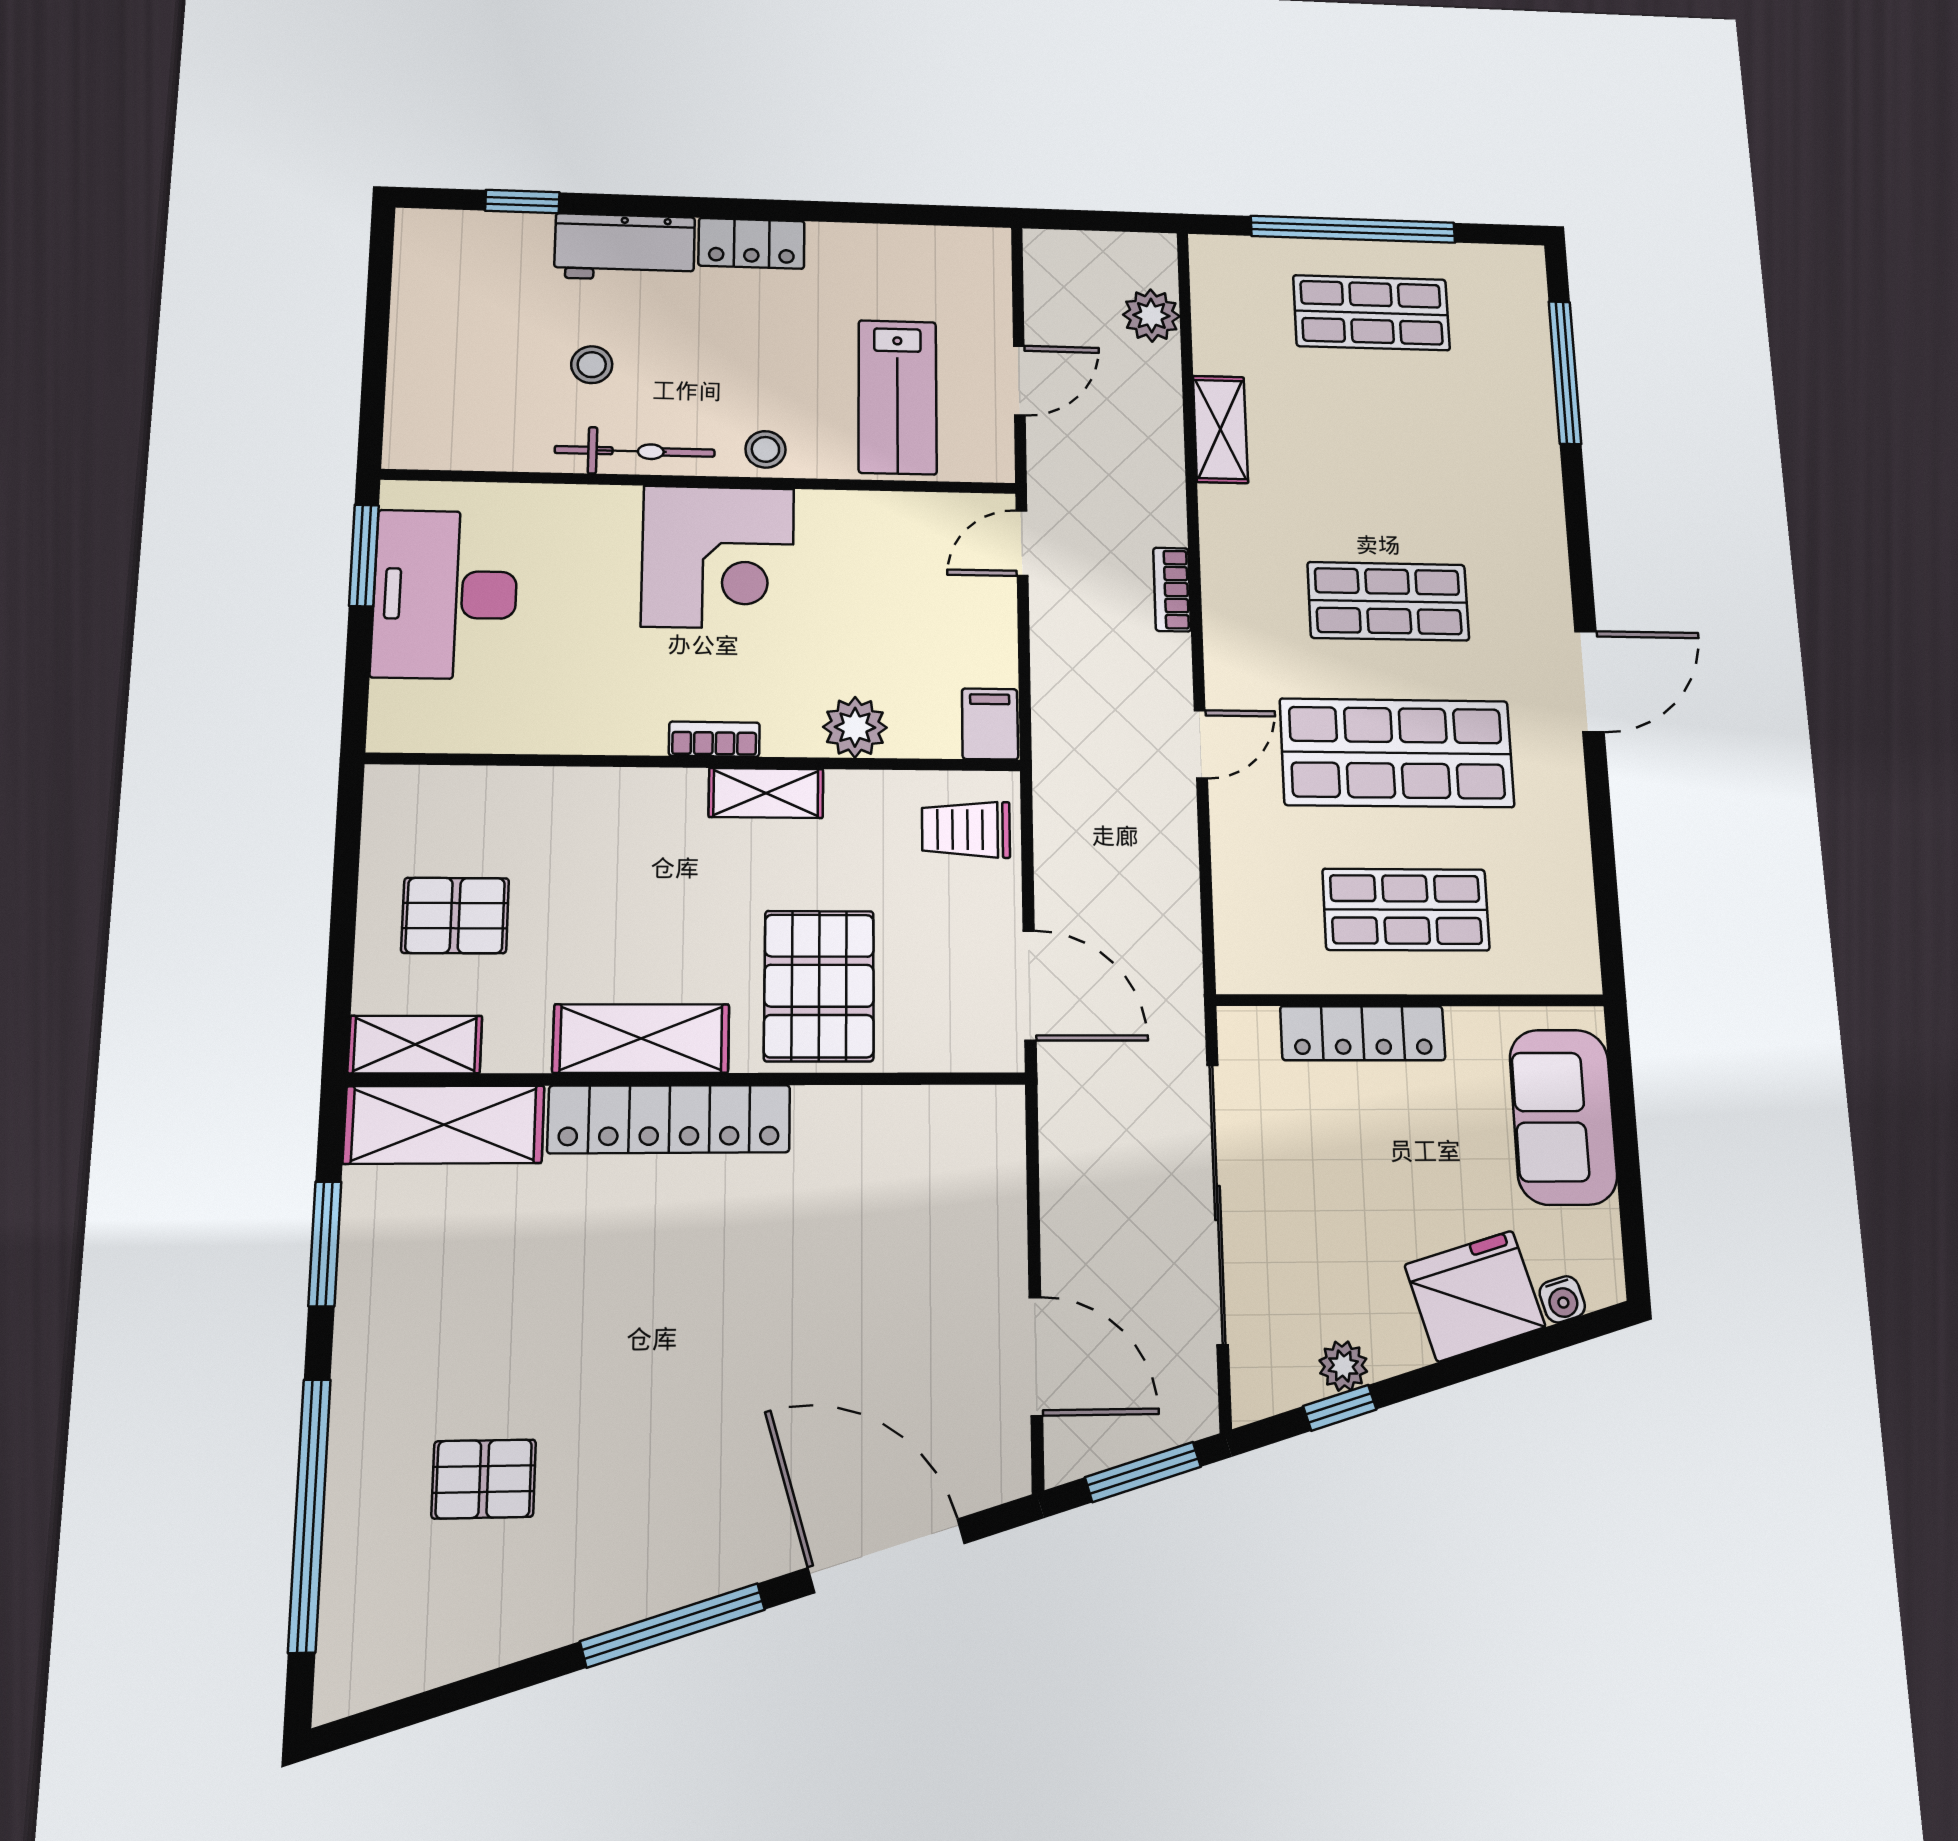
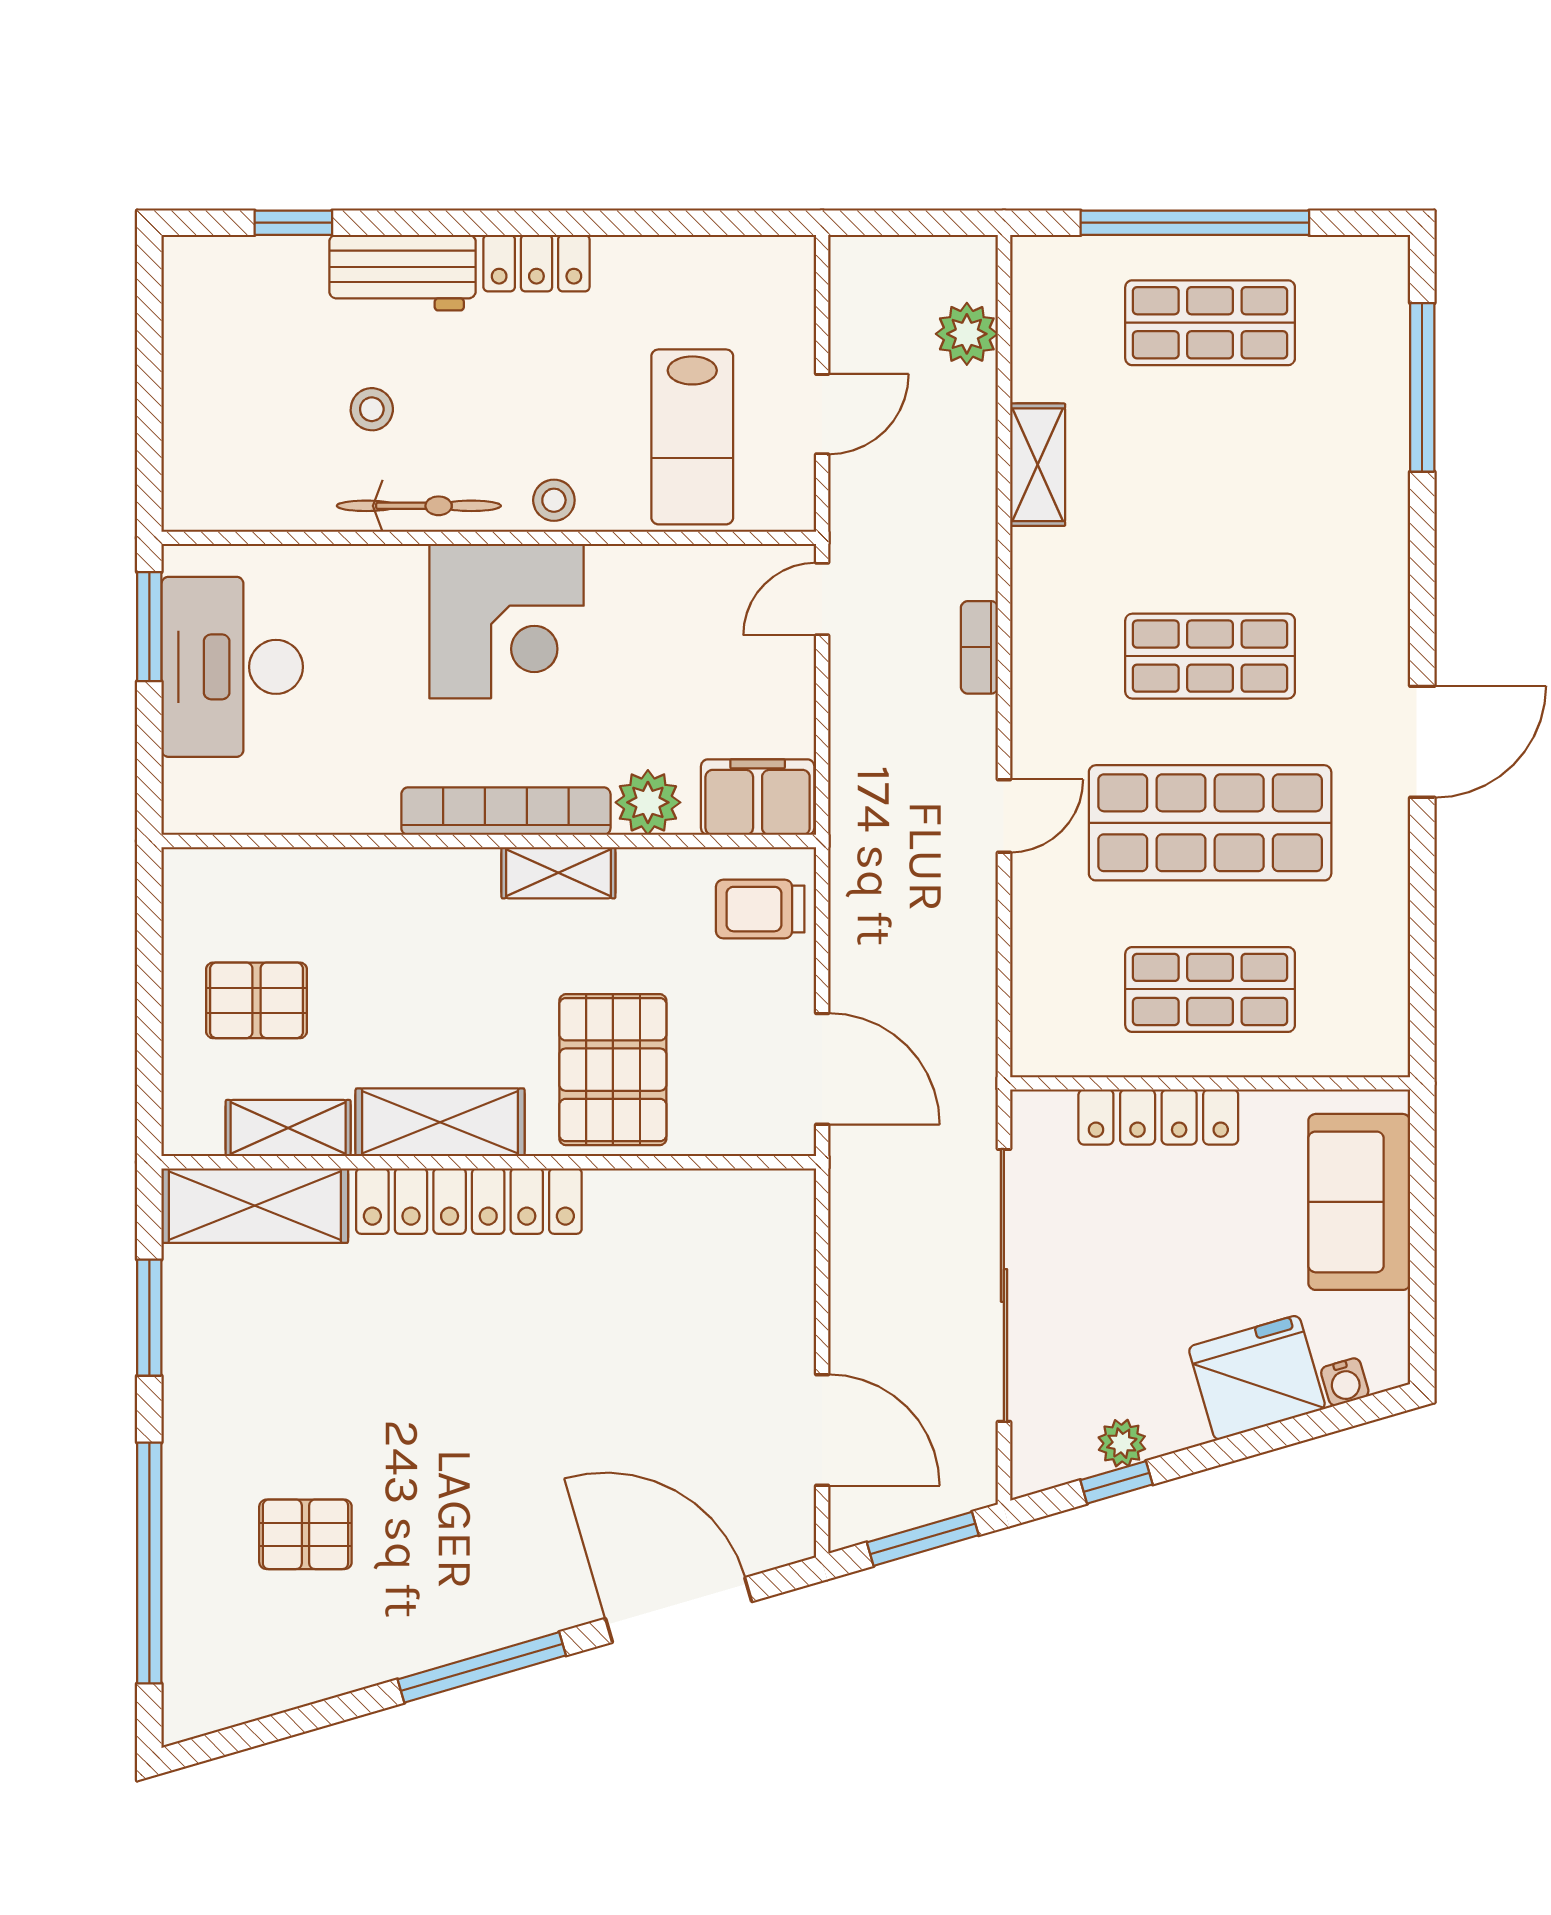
filing cabinet: (990, 724) -> (758, 797), width x2.00
bookcase: (714, 739) -> (506, 811), width x2.31, depth x1.31
shelving: (415, 1045) -> (288, 1128), moved

